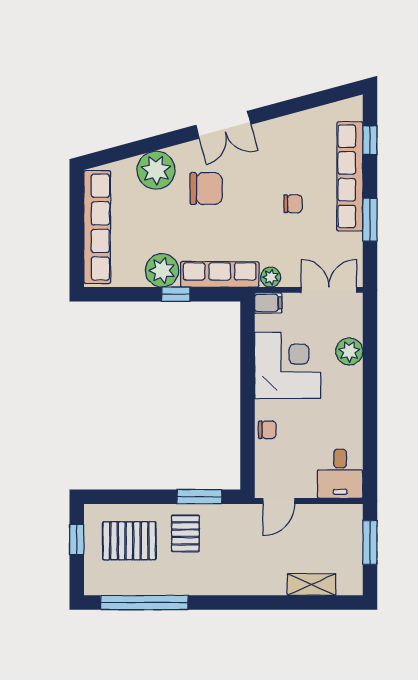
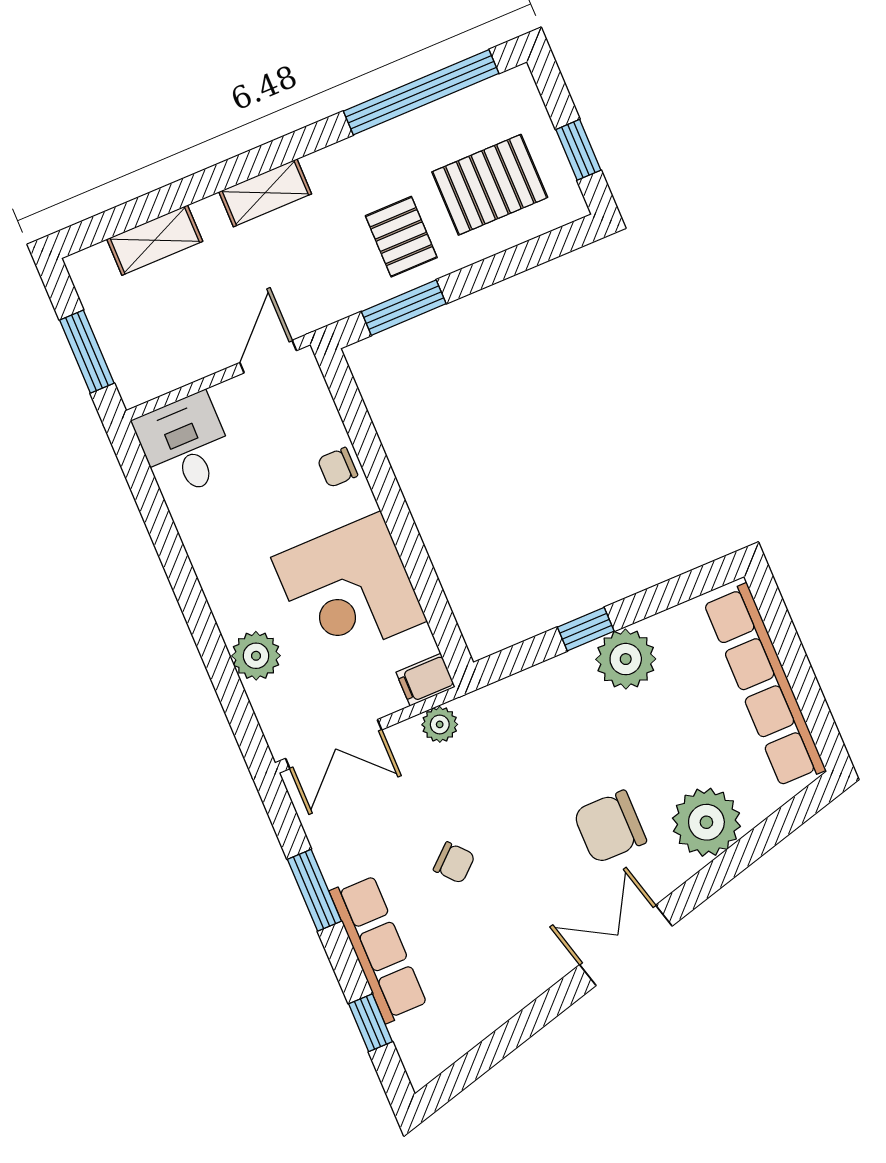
row of seats: (350, 176) -> (379, 949), width x0.73
chair: (293, 204) -> (454, 863), turned -132
row of seats: (220, 274) -> (527, 693), removed
shelving: (245, 585) -> (265, 193), added

